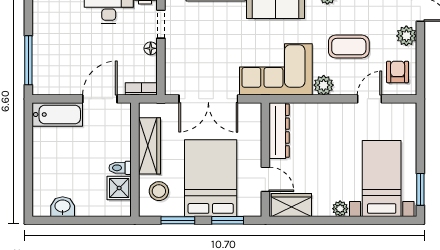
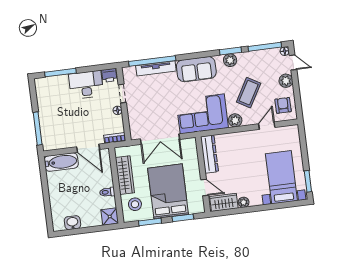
coffee table: (349, 47) -> (249, 93), turned -60
door: (100, 99) -> (88, 148), swing flipped
shower: (119, 188) -> (110, 217), moved
plant: (340, 209) -> (244, 202), moved

